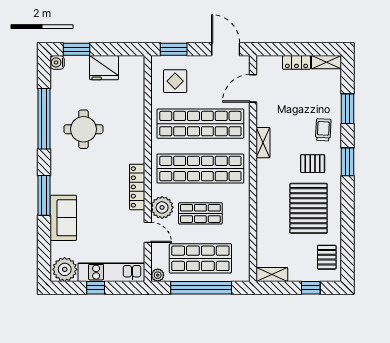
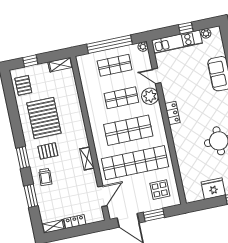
window: (174, 49) -> (154, 215), moved
shop shelf: (200, 169) -> (128, 130), width x0.71
locker: (137, 187) -> (172, 113), width x0.66
shop shelf: (200, 258) -> (115, 65), width x0.70, depth x0.74
plant: (65, 269) -> (206, 33), width x0.53, depth x0.53

